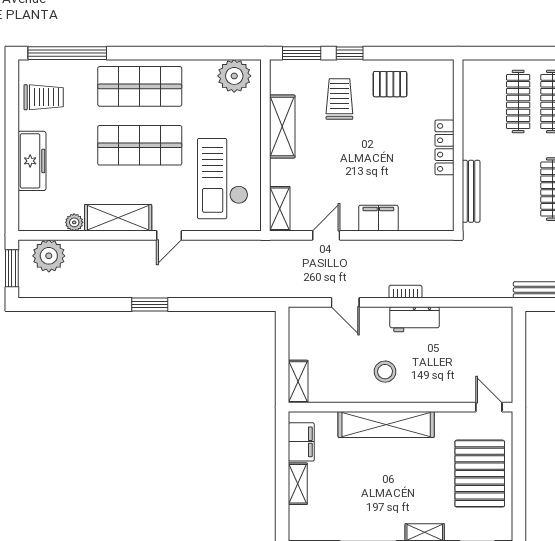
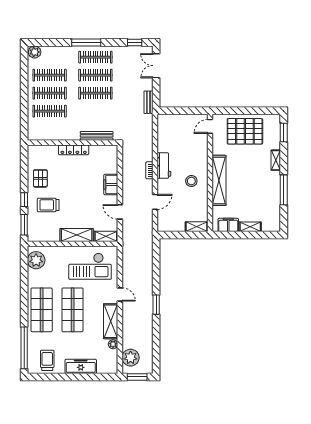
shelving: (282, 127) -> (77, 235), moved

